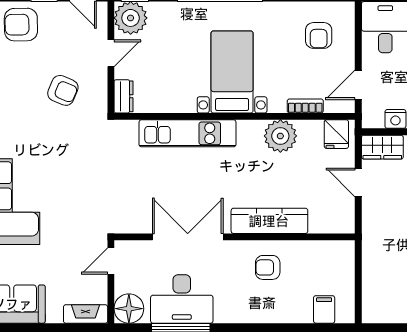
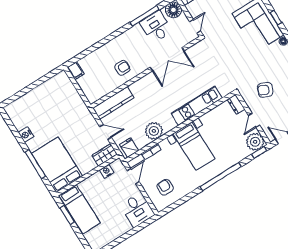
kitchen counter: (269, 221) -> (113, 103), moved
desk: (182, 299) -> (156, 27), width x0.73
filing cabinet: (324, 309) -> (76, 71), moved

